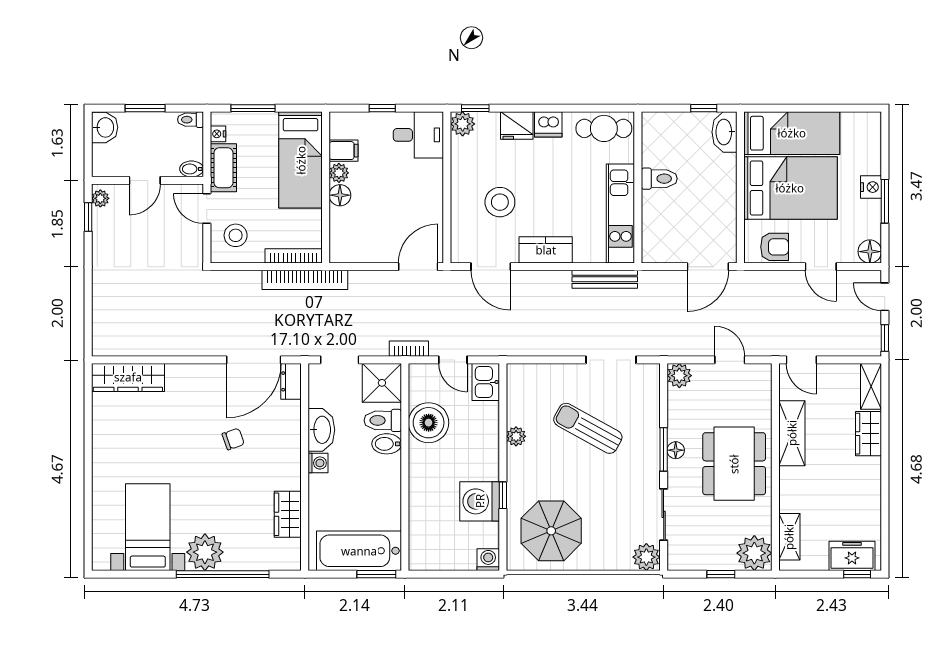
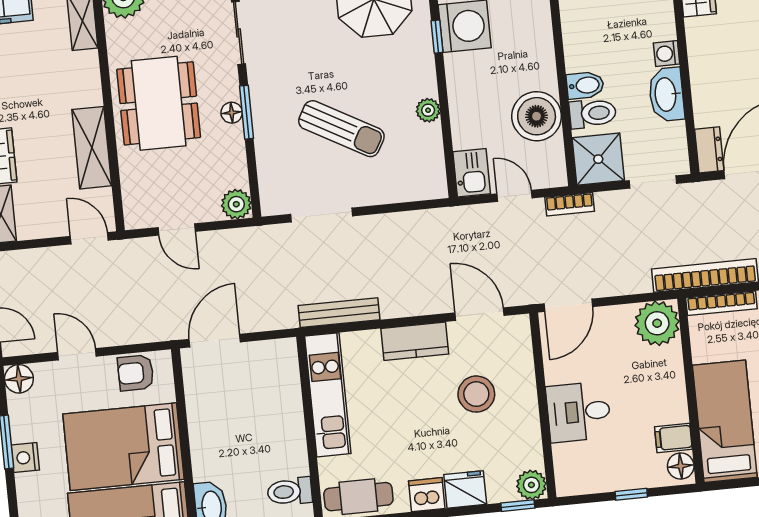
desk: (418, 135) -> (579, 412), moved
plant: (339, 173) -> (657, 323), moved, width x1.87, depth x1.87
toilet: (659, 179) -> (290, 491), moved
floor lamp: (340, 195) -> (681, 466), moved

